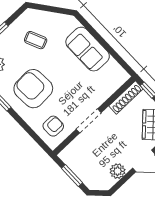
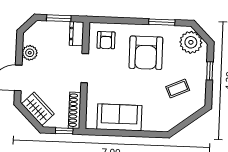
sofa: (88, 49) -> (119, 117), moved
armchair: (33, 89) -> (146, 53), turned 93
dresser: (70, 152) -> (76, 34), added

